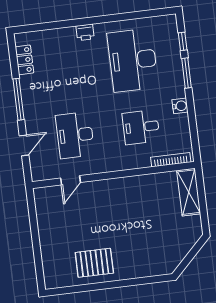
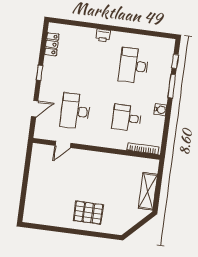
desk: (133, 60) -> (134, 66), width x0.73, depth x0.77
window: (18, 99) -> (40, 73), width x0.46
shelving: (189, 192) -> (148, 191), moved
pallet: (94, 263) -> (88, 213), moved

